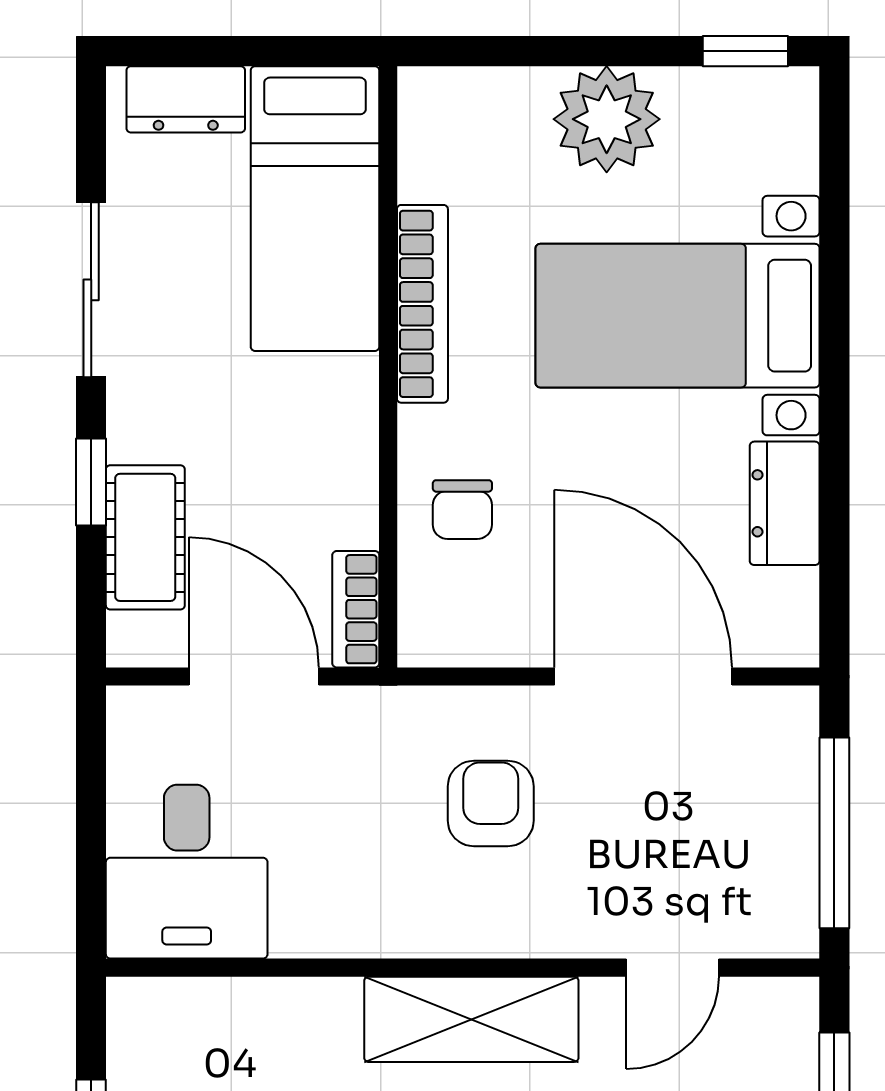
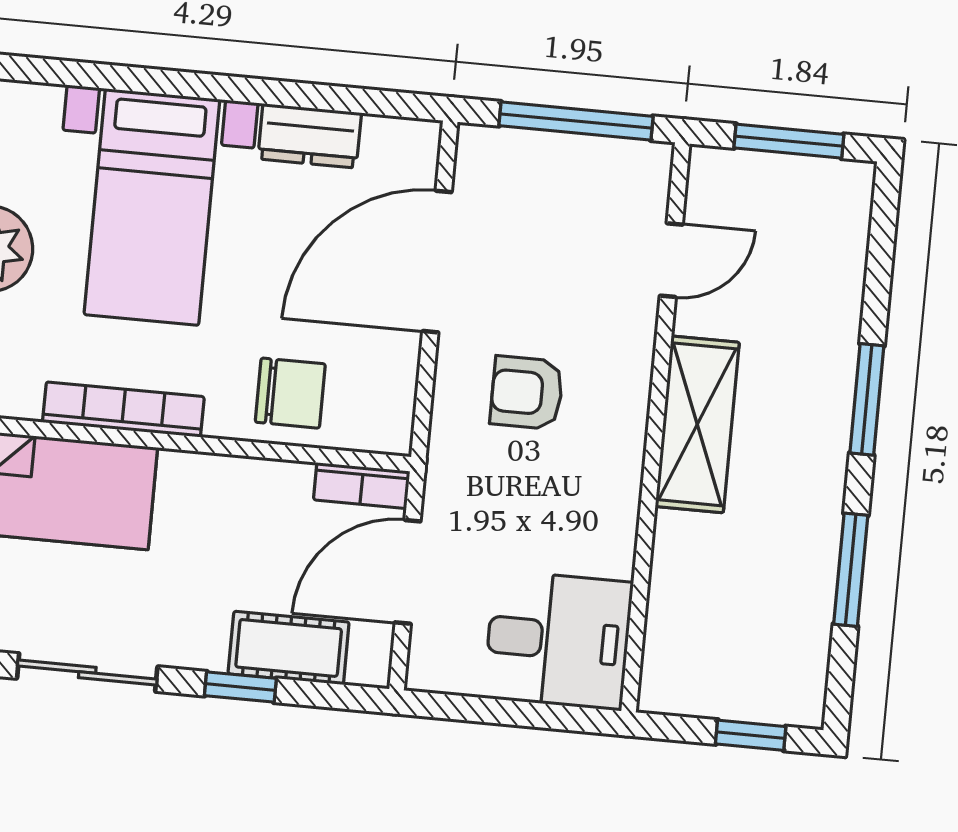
chair: (462, 510) -> (290, 393), width x1.37, depth x1.37
door: (673, 968) -> (671, 260), hinge flipped

